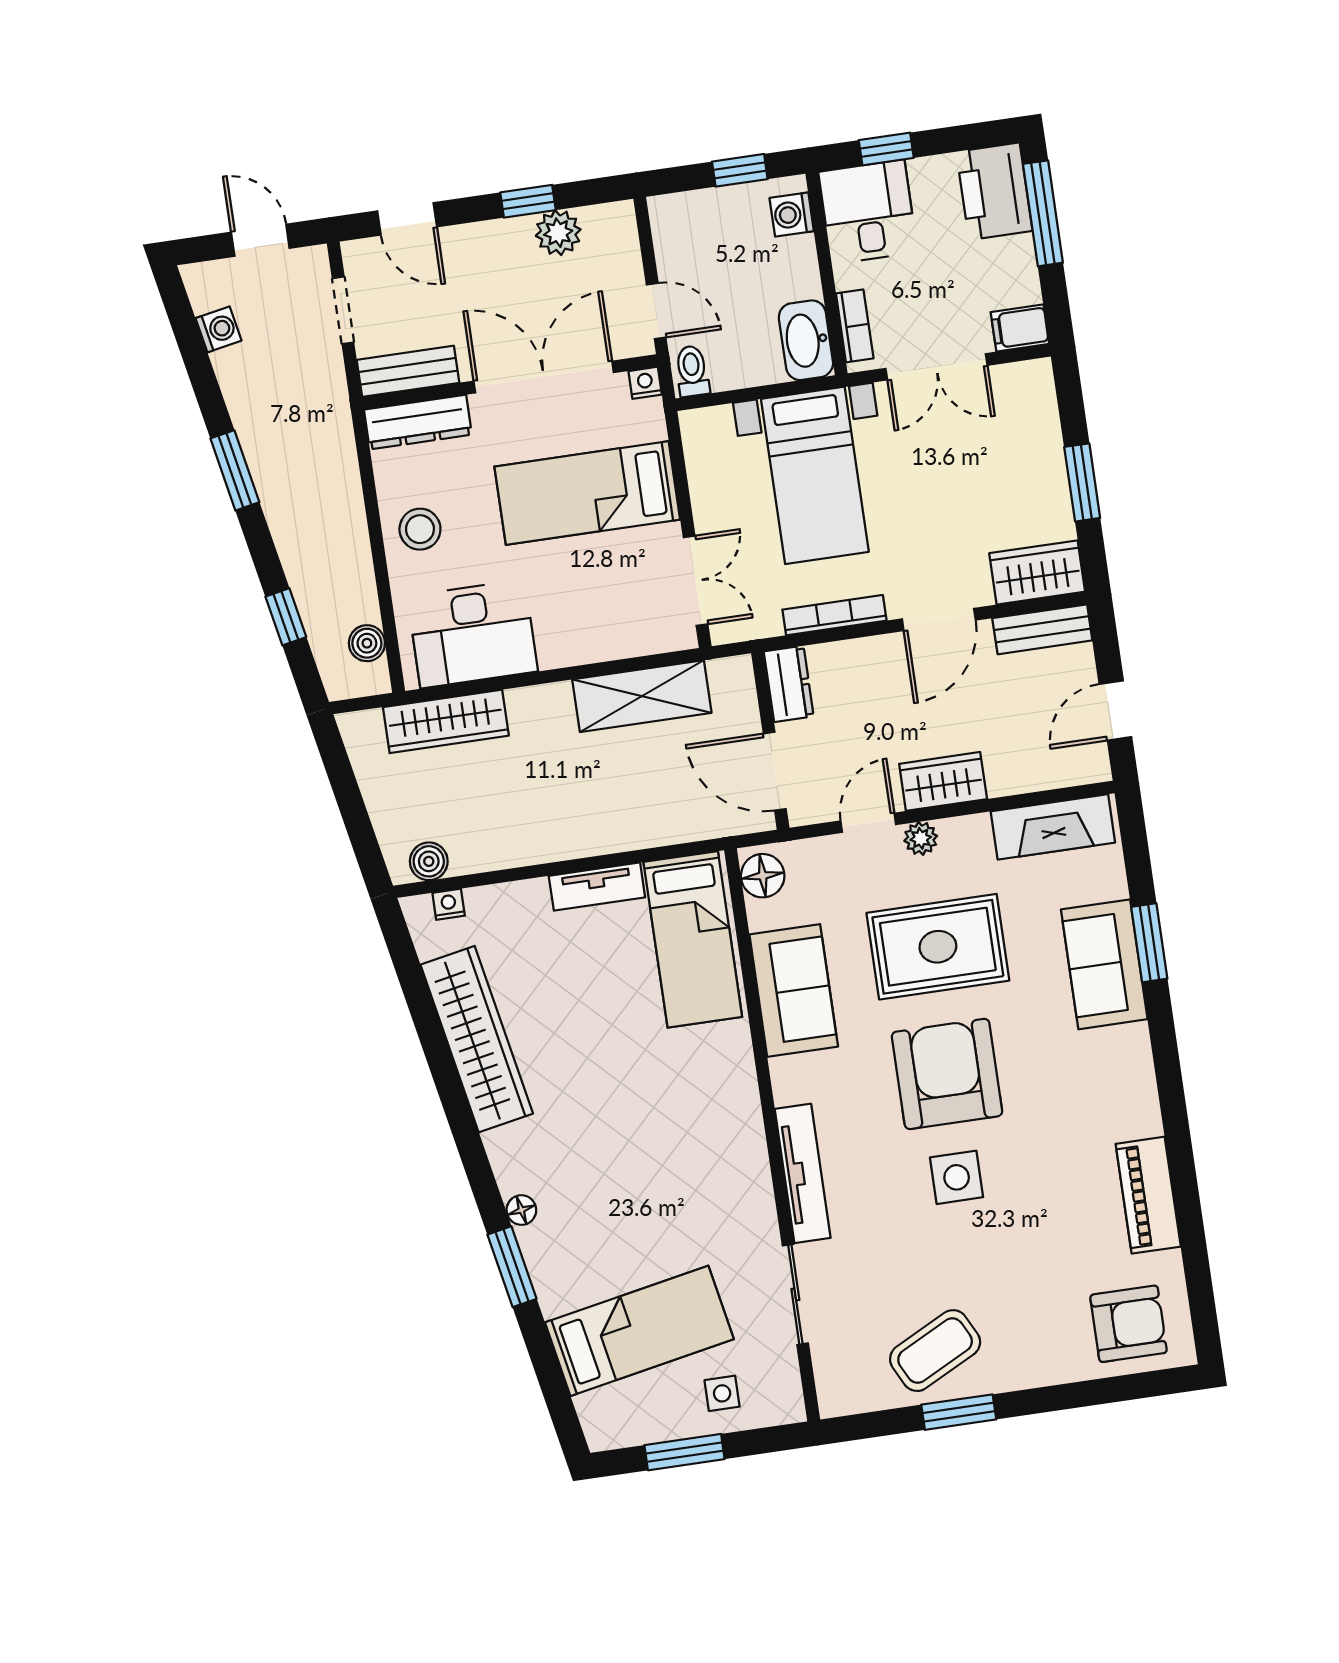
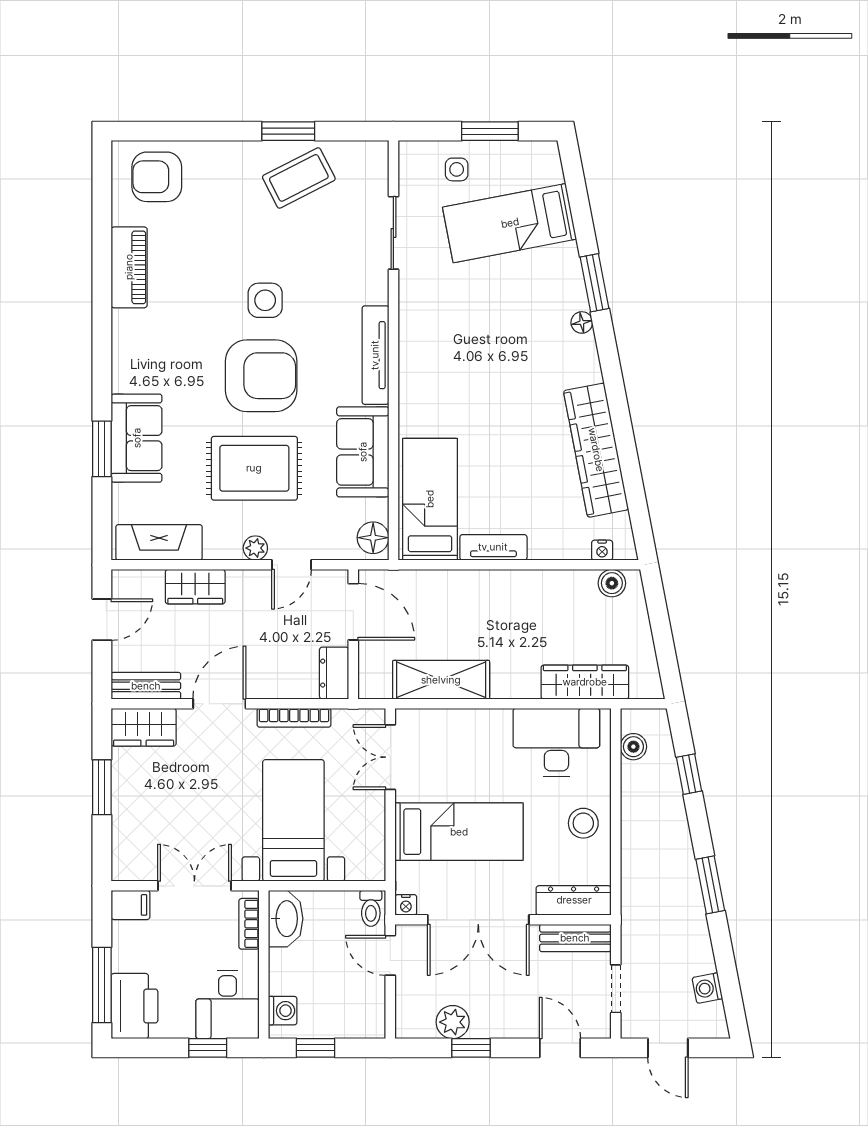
wardrobe: (943, 781) -> (195, 587), moved
armchair: (947, 1074) -> (261, 376), turned -90
tv unit: (803, 1173) -> (375, 355), moved

